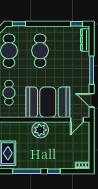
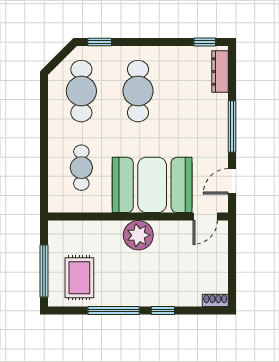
door: (92, 100) -> (232, 181), hinge flipped

